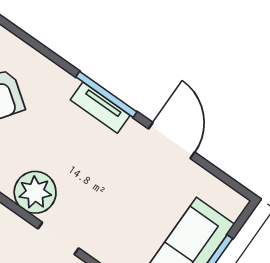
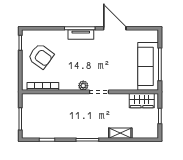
plant: (35, 192) -> (83, 86), width x0.53, depth x0.53

